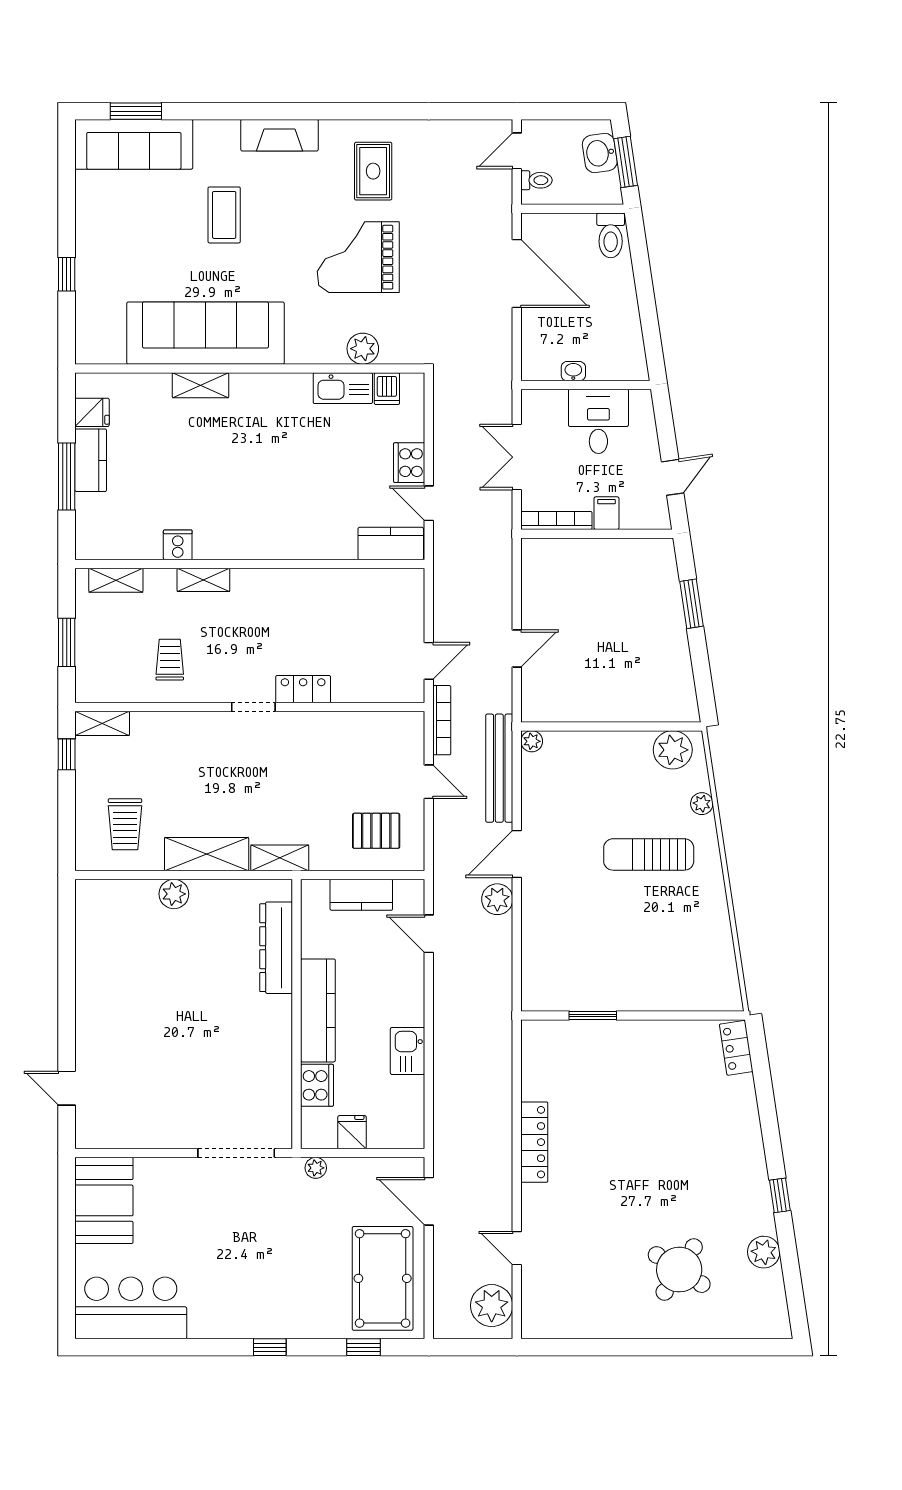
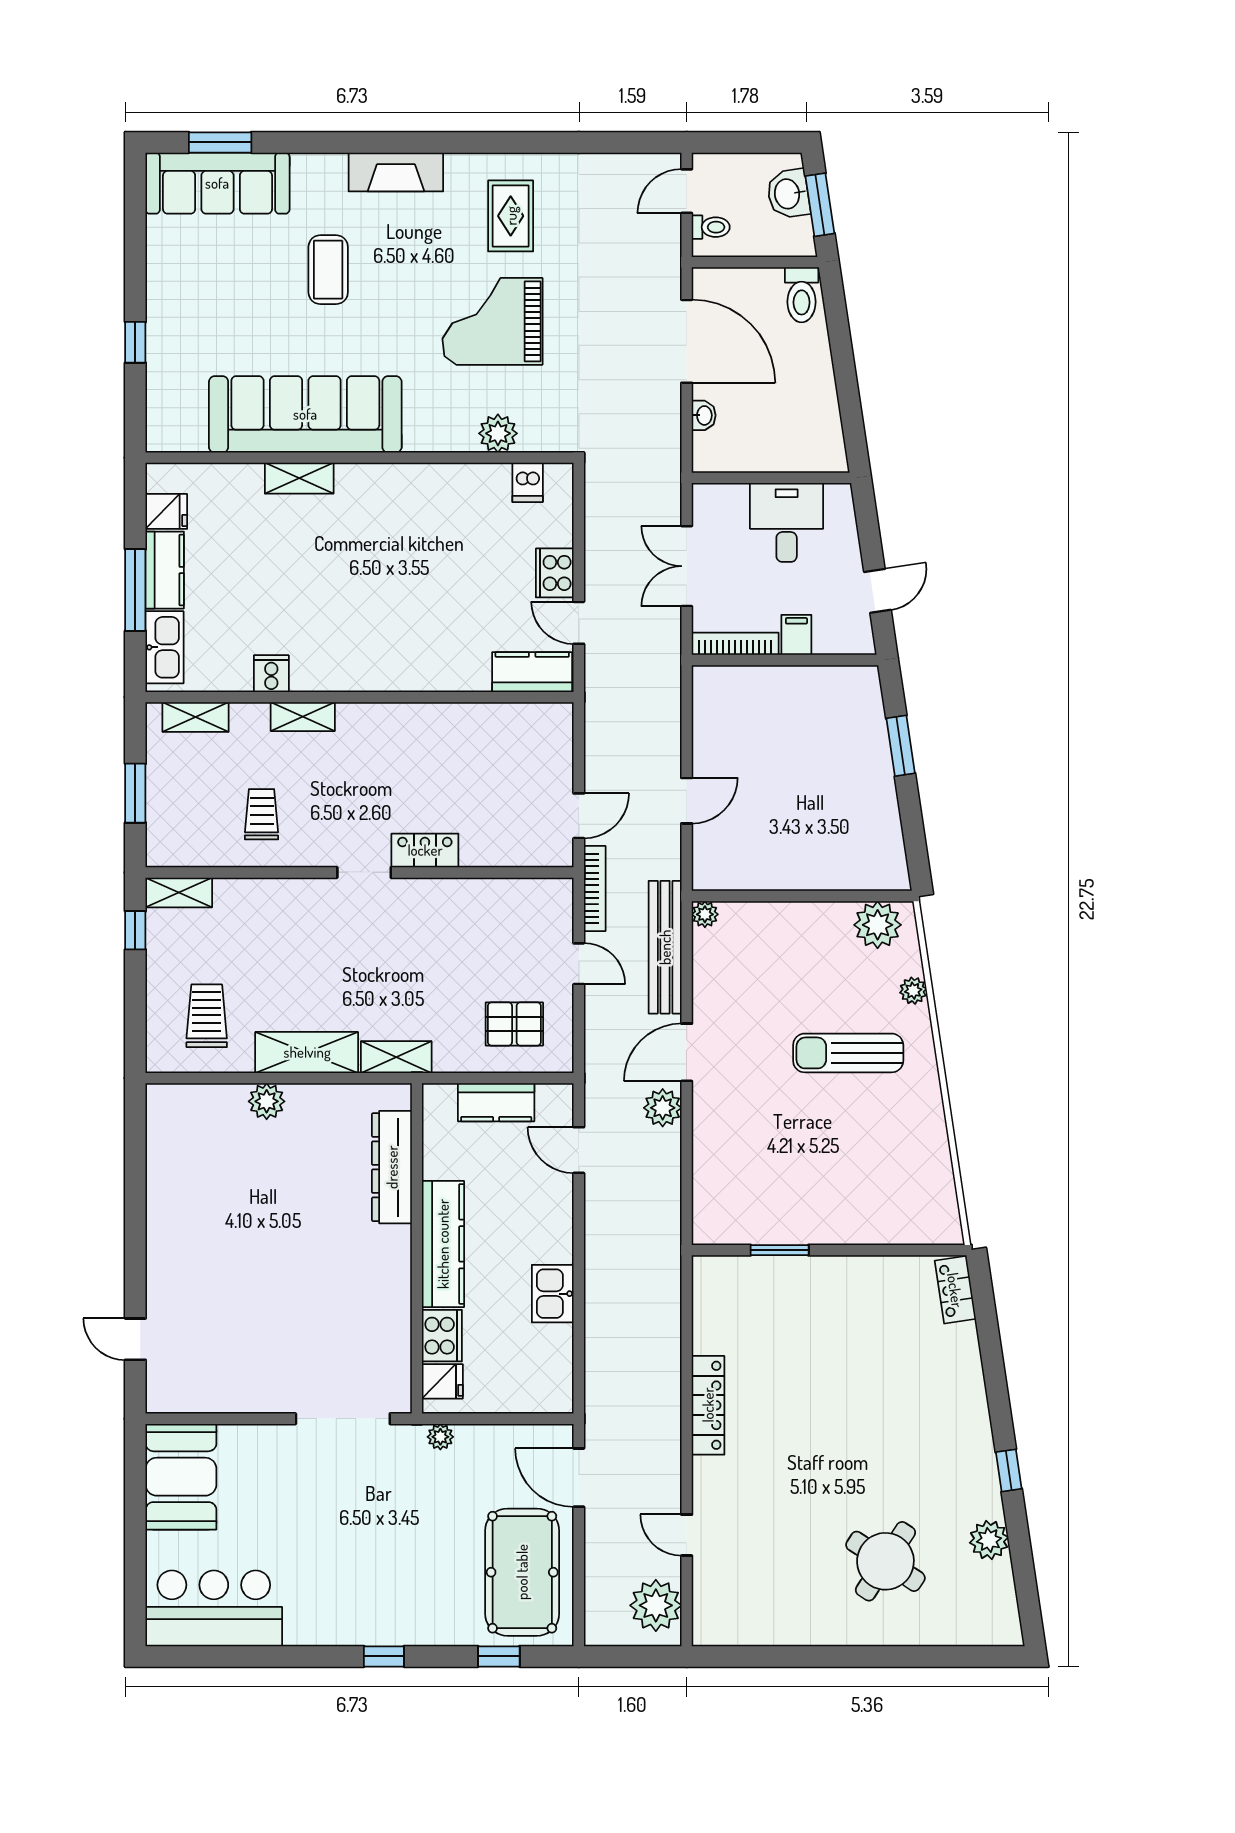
washbasin: (573, 371) -> (704, 415), moved, turned 90
kitchen sink: (343, 388) -> (165, 647), moved, turned -90
trolley: (125, 824) -> (207, 1016), turned 180
fridge: (352, 1132) -> (442, 1381), moved, turned 90

